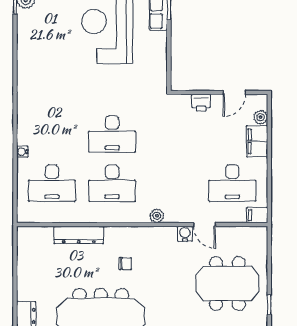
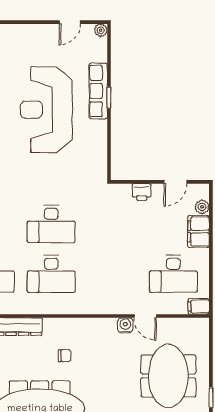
plant: (157, 216) -> (97, 307), removed
meeting table: (227, 284) -> (168, 376), turned 90

